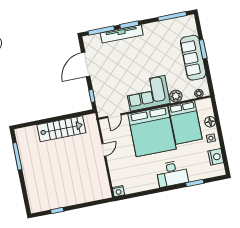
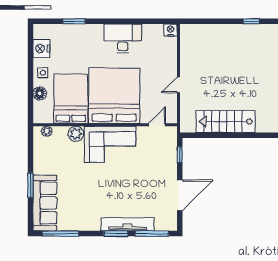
sofa: (193, 58) -> (45, 203), moved
desk: (172, 174) -> (123, 39), moved

